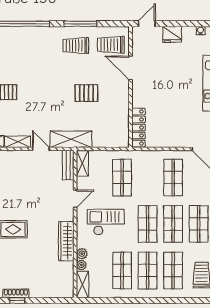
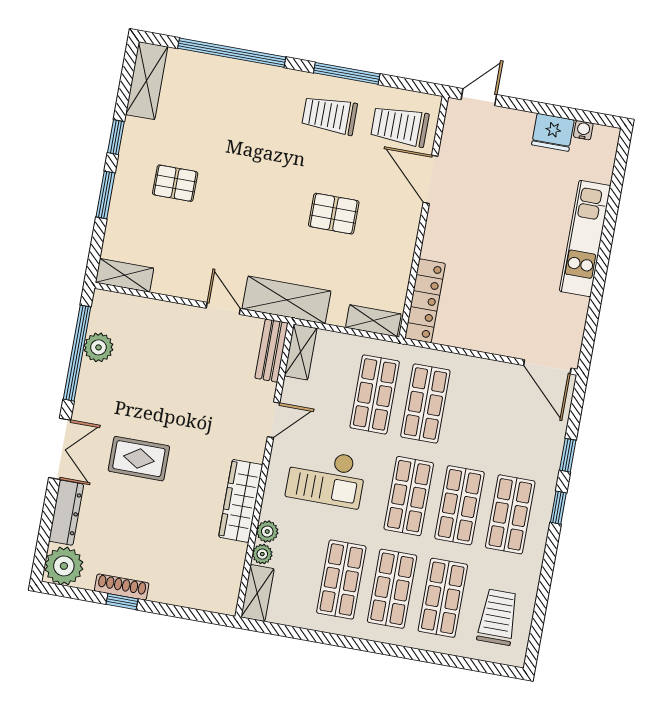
fridge: (172, 34) -> (553, 132), moved
shelving: (18, 142) -> (373, 321), moved
shop shelf: (173, 178) -> (425, 404), moved
checkout: (106, 222) -> (326, 477), turned 180

